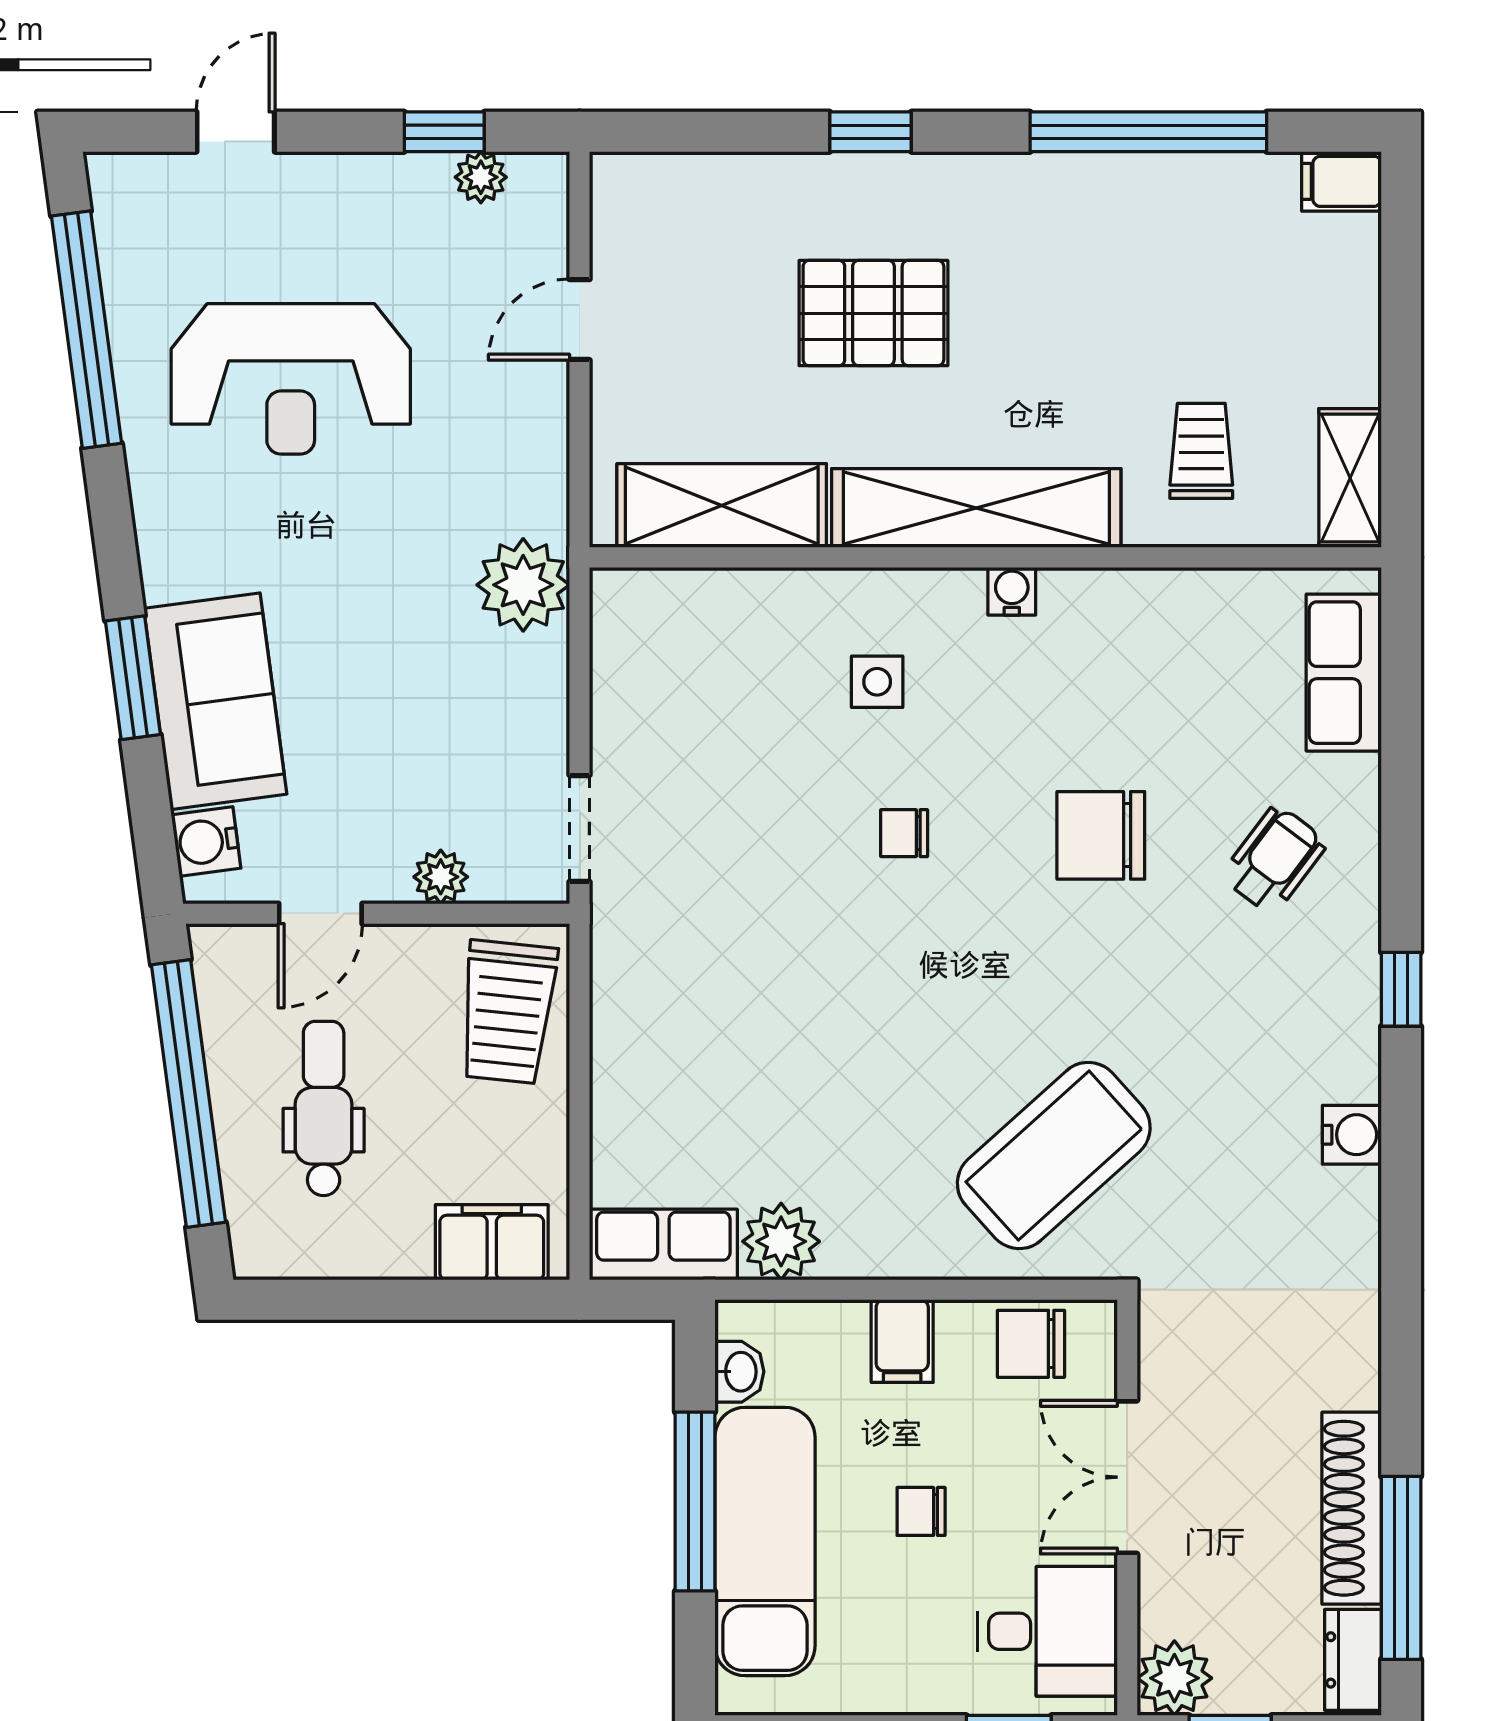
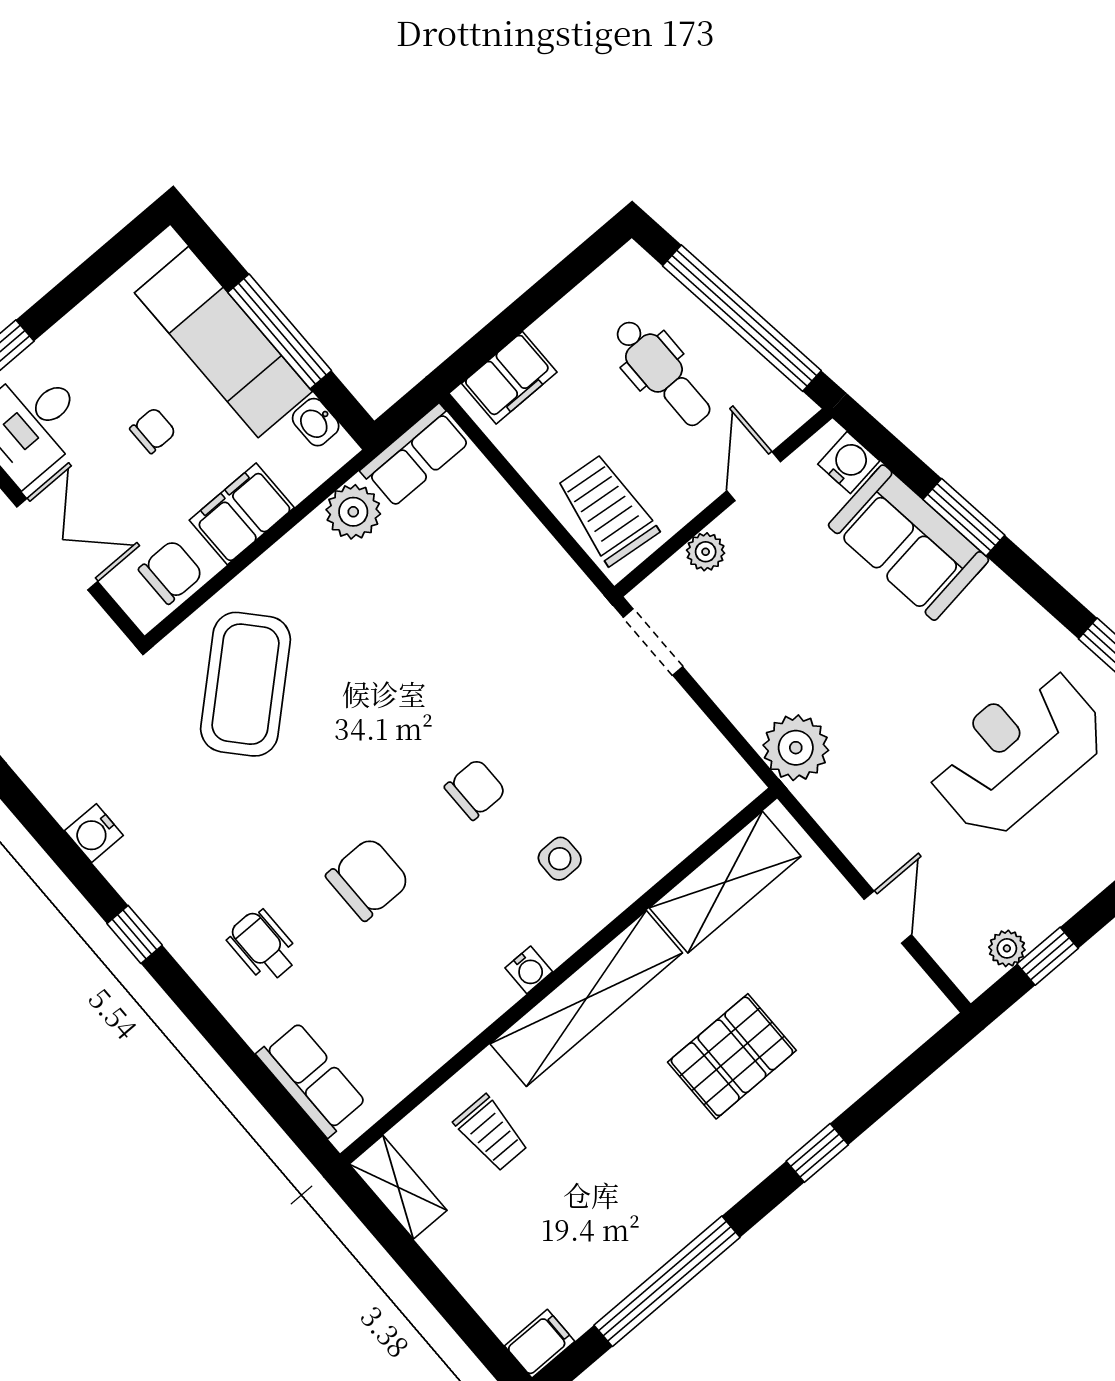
chair: (904, 833) -> (475, 789), width x1.37, depth x1.37
wheelchair: (1274, 860) -> (263, 946), turned 143
filing cabinet: (902, 1341) -> (242, 514), width x2.00

